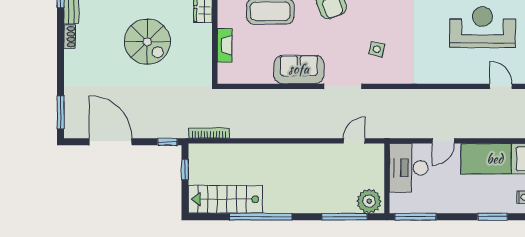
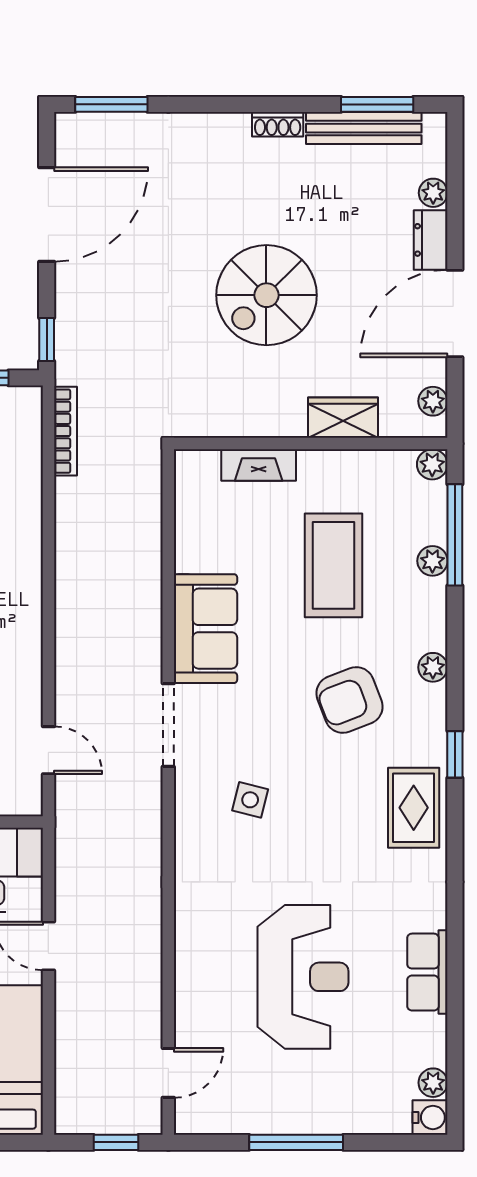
reception desk: (482, 27) -> (303, 977), moved

